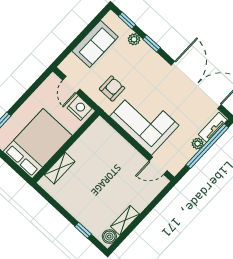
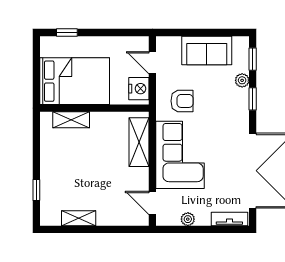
door: (71, 85) -> (152, 63), hinge flipped
shelving: (113, 139) -> (139, 142), added
plant: (198, 144) -> (188, 219), moved
window: (207, 146) -> (209, 229), removed
boiler: (109, 237) -> (52, 218), removed

